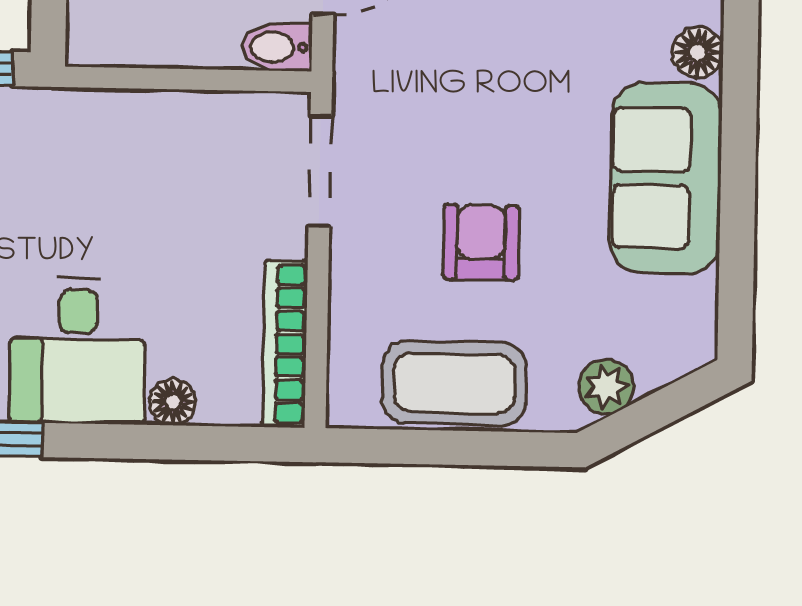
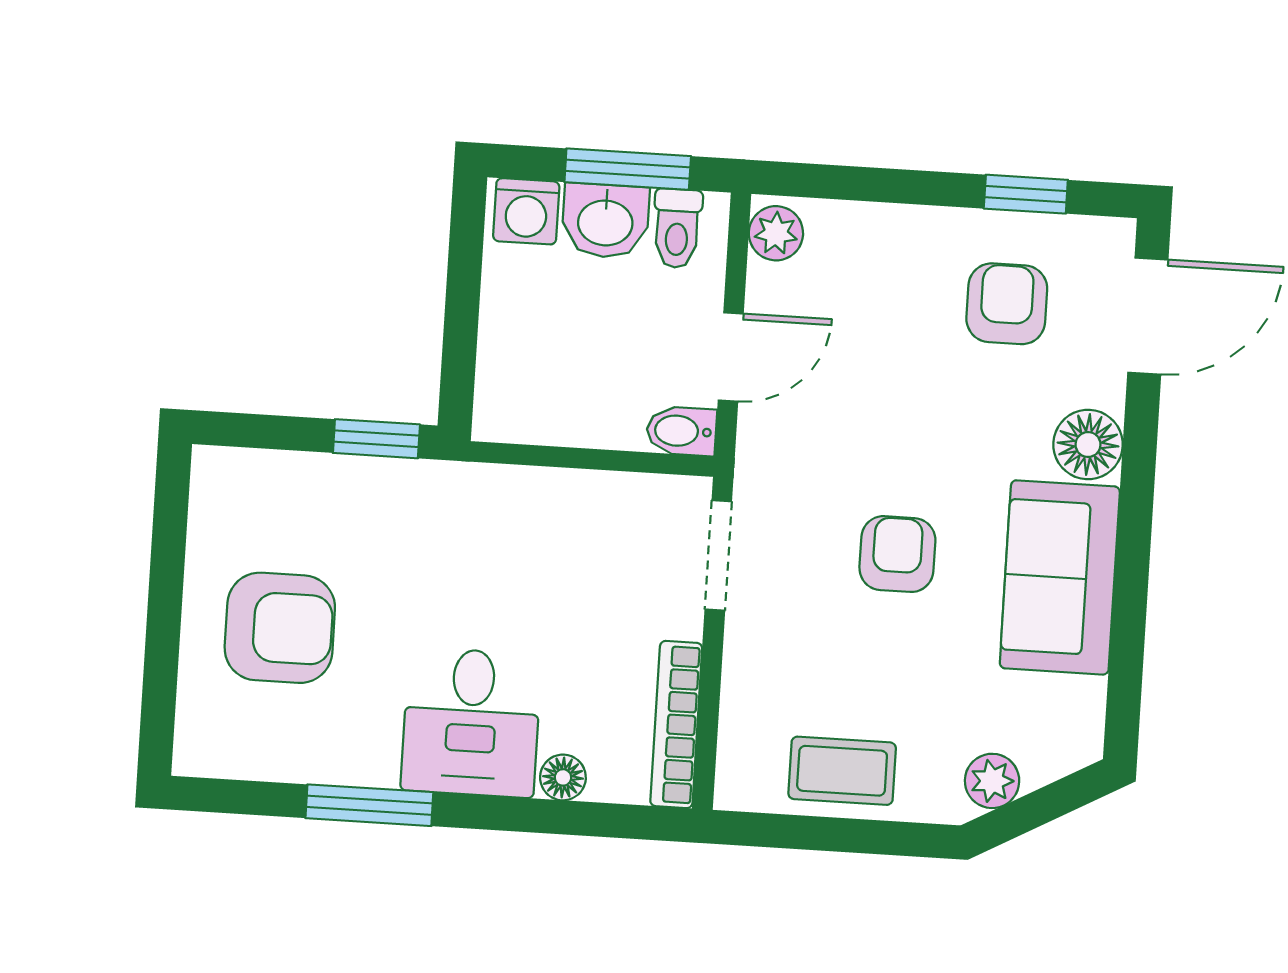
floor lamp: (698, 52) -> (1088, 445), width x1.37, depth x1.37
armchair: (481, 242) -> (897, 554), moved
coffee table: (454, 383) -> (842, 771), width x0.73, depth x0.77

